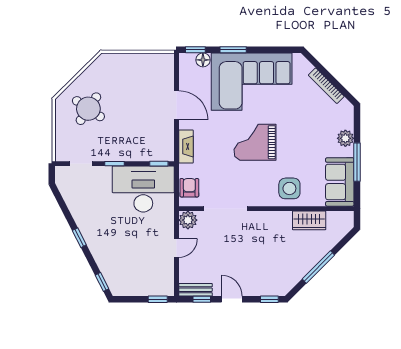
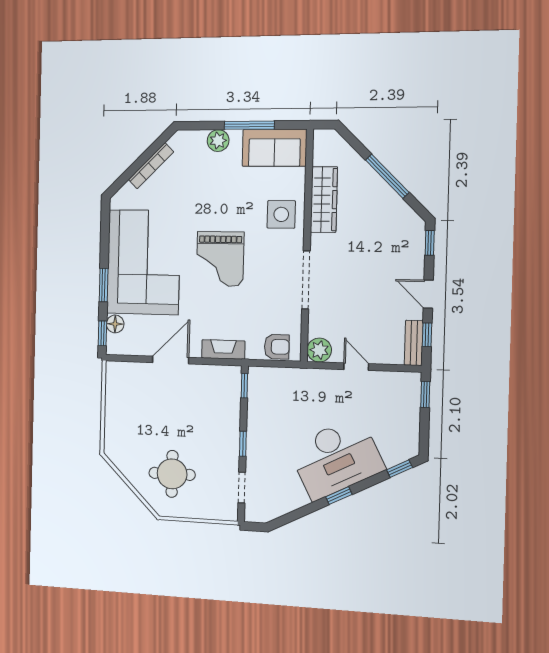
round table: (88, 109) -> (172, 474), turned -34
armchair: (189, 188) -> (277, 347), turned 180
desk: (143, 189) -> (336, 458), moved, turned -117
doorway: (225, 209) -> (306, 280), moved
wardrobe: (309, 220) -> (324, 200), width x1.50
door: (232, 299) -> (428, 294), hinge flipped

